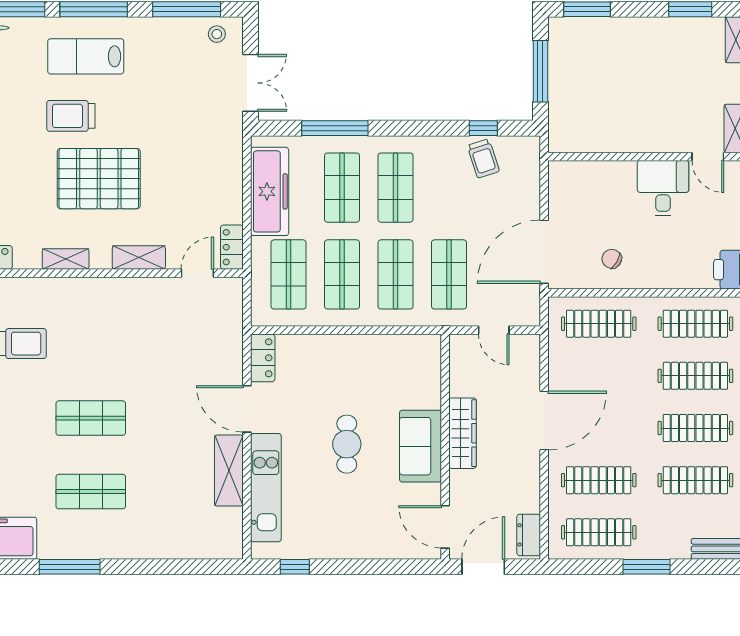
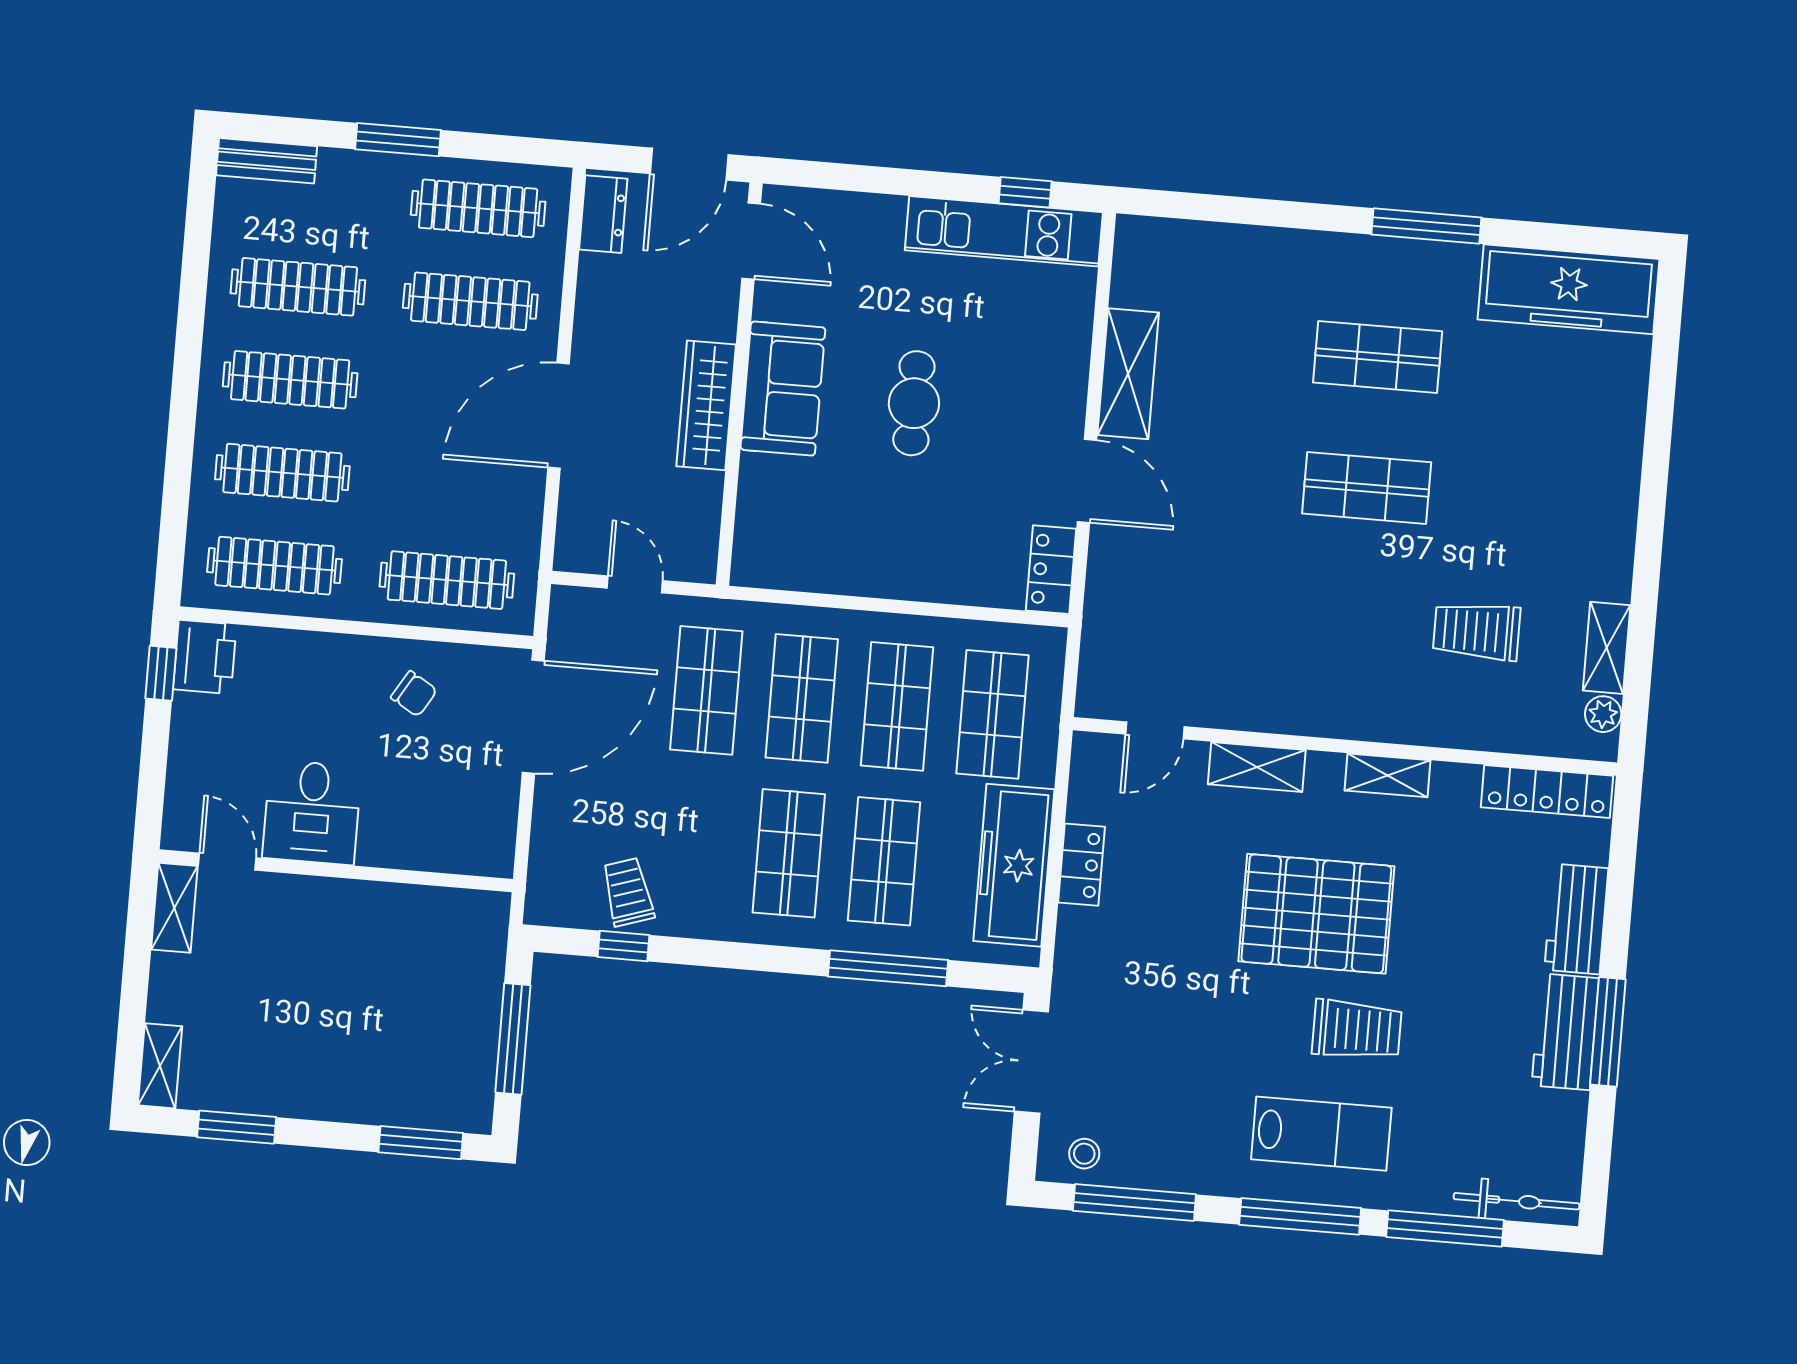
locker: (232, 247) -> (1082, 865), moved
kitchen unit: (266, 488) -> (1004, 231), moved, turned -90

